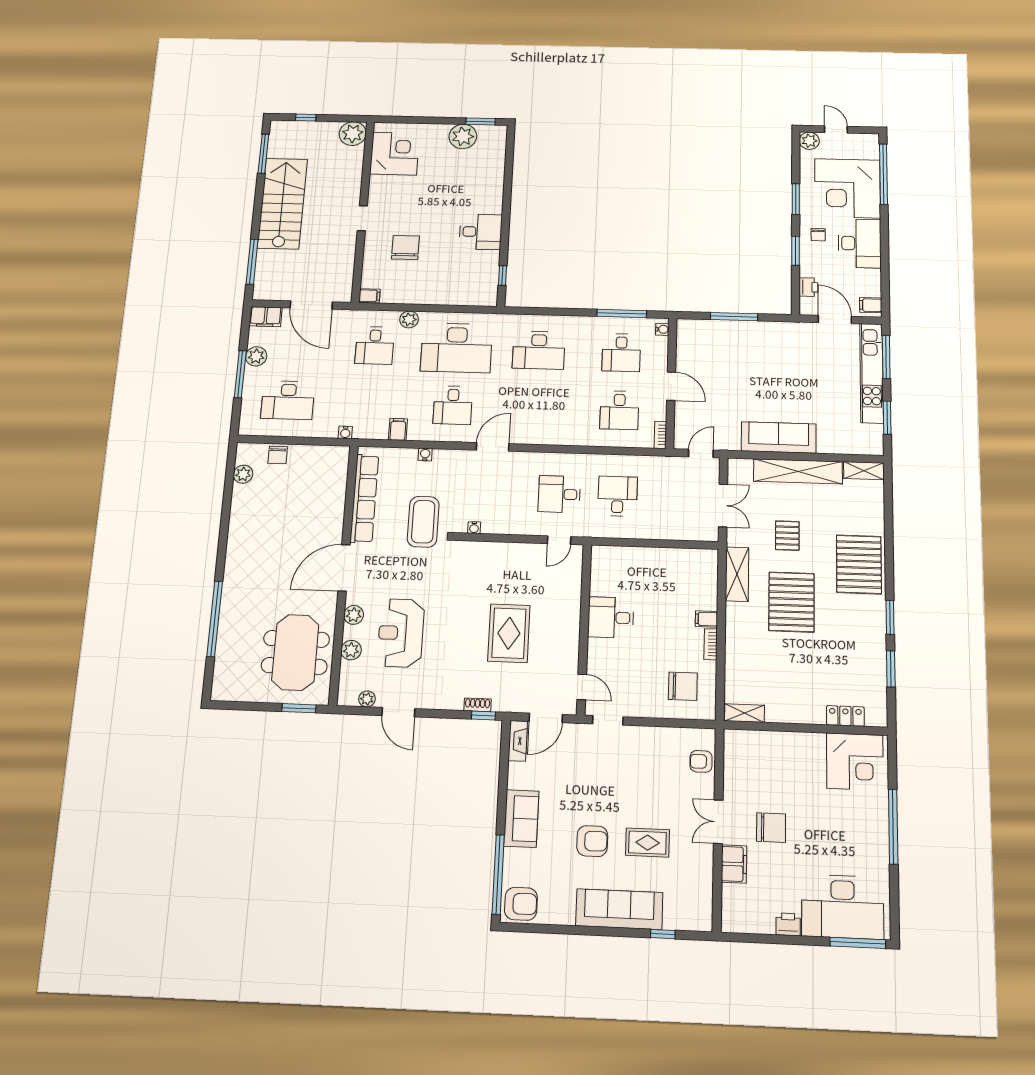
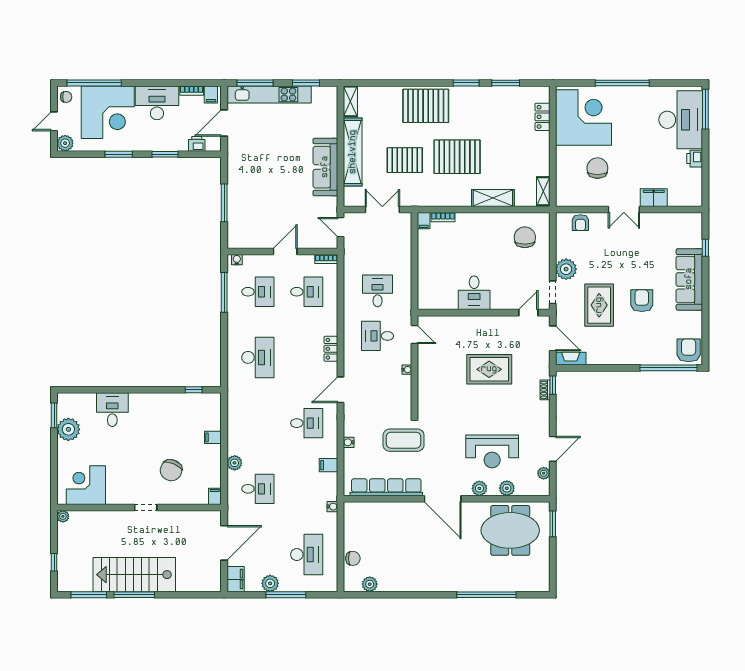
plant: (353, 134) -> (63, 516), width x0.53, depth x0.53
desk: (481, 232) -> (112, 410), moved
chair: (818, 235) -> (66, 97), moved
chair: (405, 247) -> (171, 470), turned -67
window: (252, 262) -> (134, 595), moved
bookcase: (875, 283) -> (192, 91), added
filing cabinet: (442, 296) -> (213, 437), added
desk: (456, 348) -> (258, 423), removed
locker: (545, 437) -> (331, 349), added
door: (493, 447) -> (340, 390), hinge flipped
desk: (559, 494) -> (378, 336), turned 90
desk: (617, 496) -> (378, 291), turned 90
water cooler: (474, 528) -> (407, 370), moved
pallet: (787, 536) -> (405, 160), width x1.50, depth x1.42
shelving: (737, 574) -> (493, 198), moved
filing cabinet: (706, 619) -> (424, 221), moved
bookcase: (711, 644) -> (443, 217), moved
plant: (639, 739) -> (566, 269), added
corner desk: (855, 762) -> (583, 118), width x1.36, depth x1.36
sofa: (521, 819) -> (628, 353), removed
chair: (771, 828) -> (597, 168), moved
rug: (648, 843) -> (599, 305), moved, width x1.36, depth x1.43

